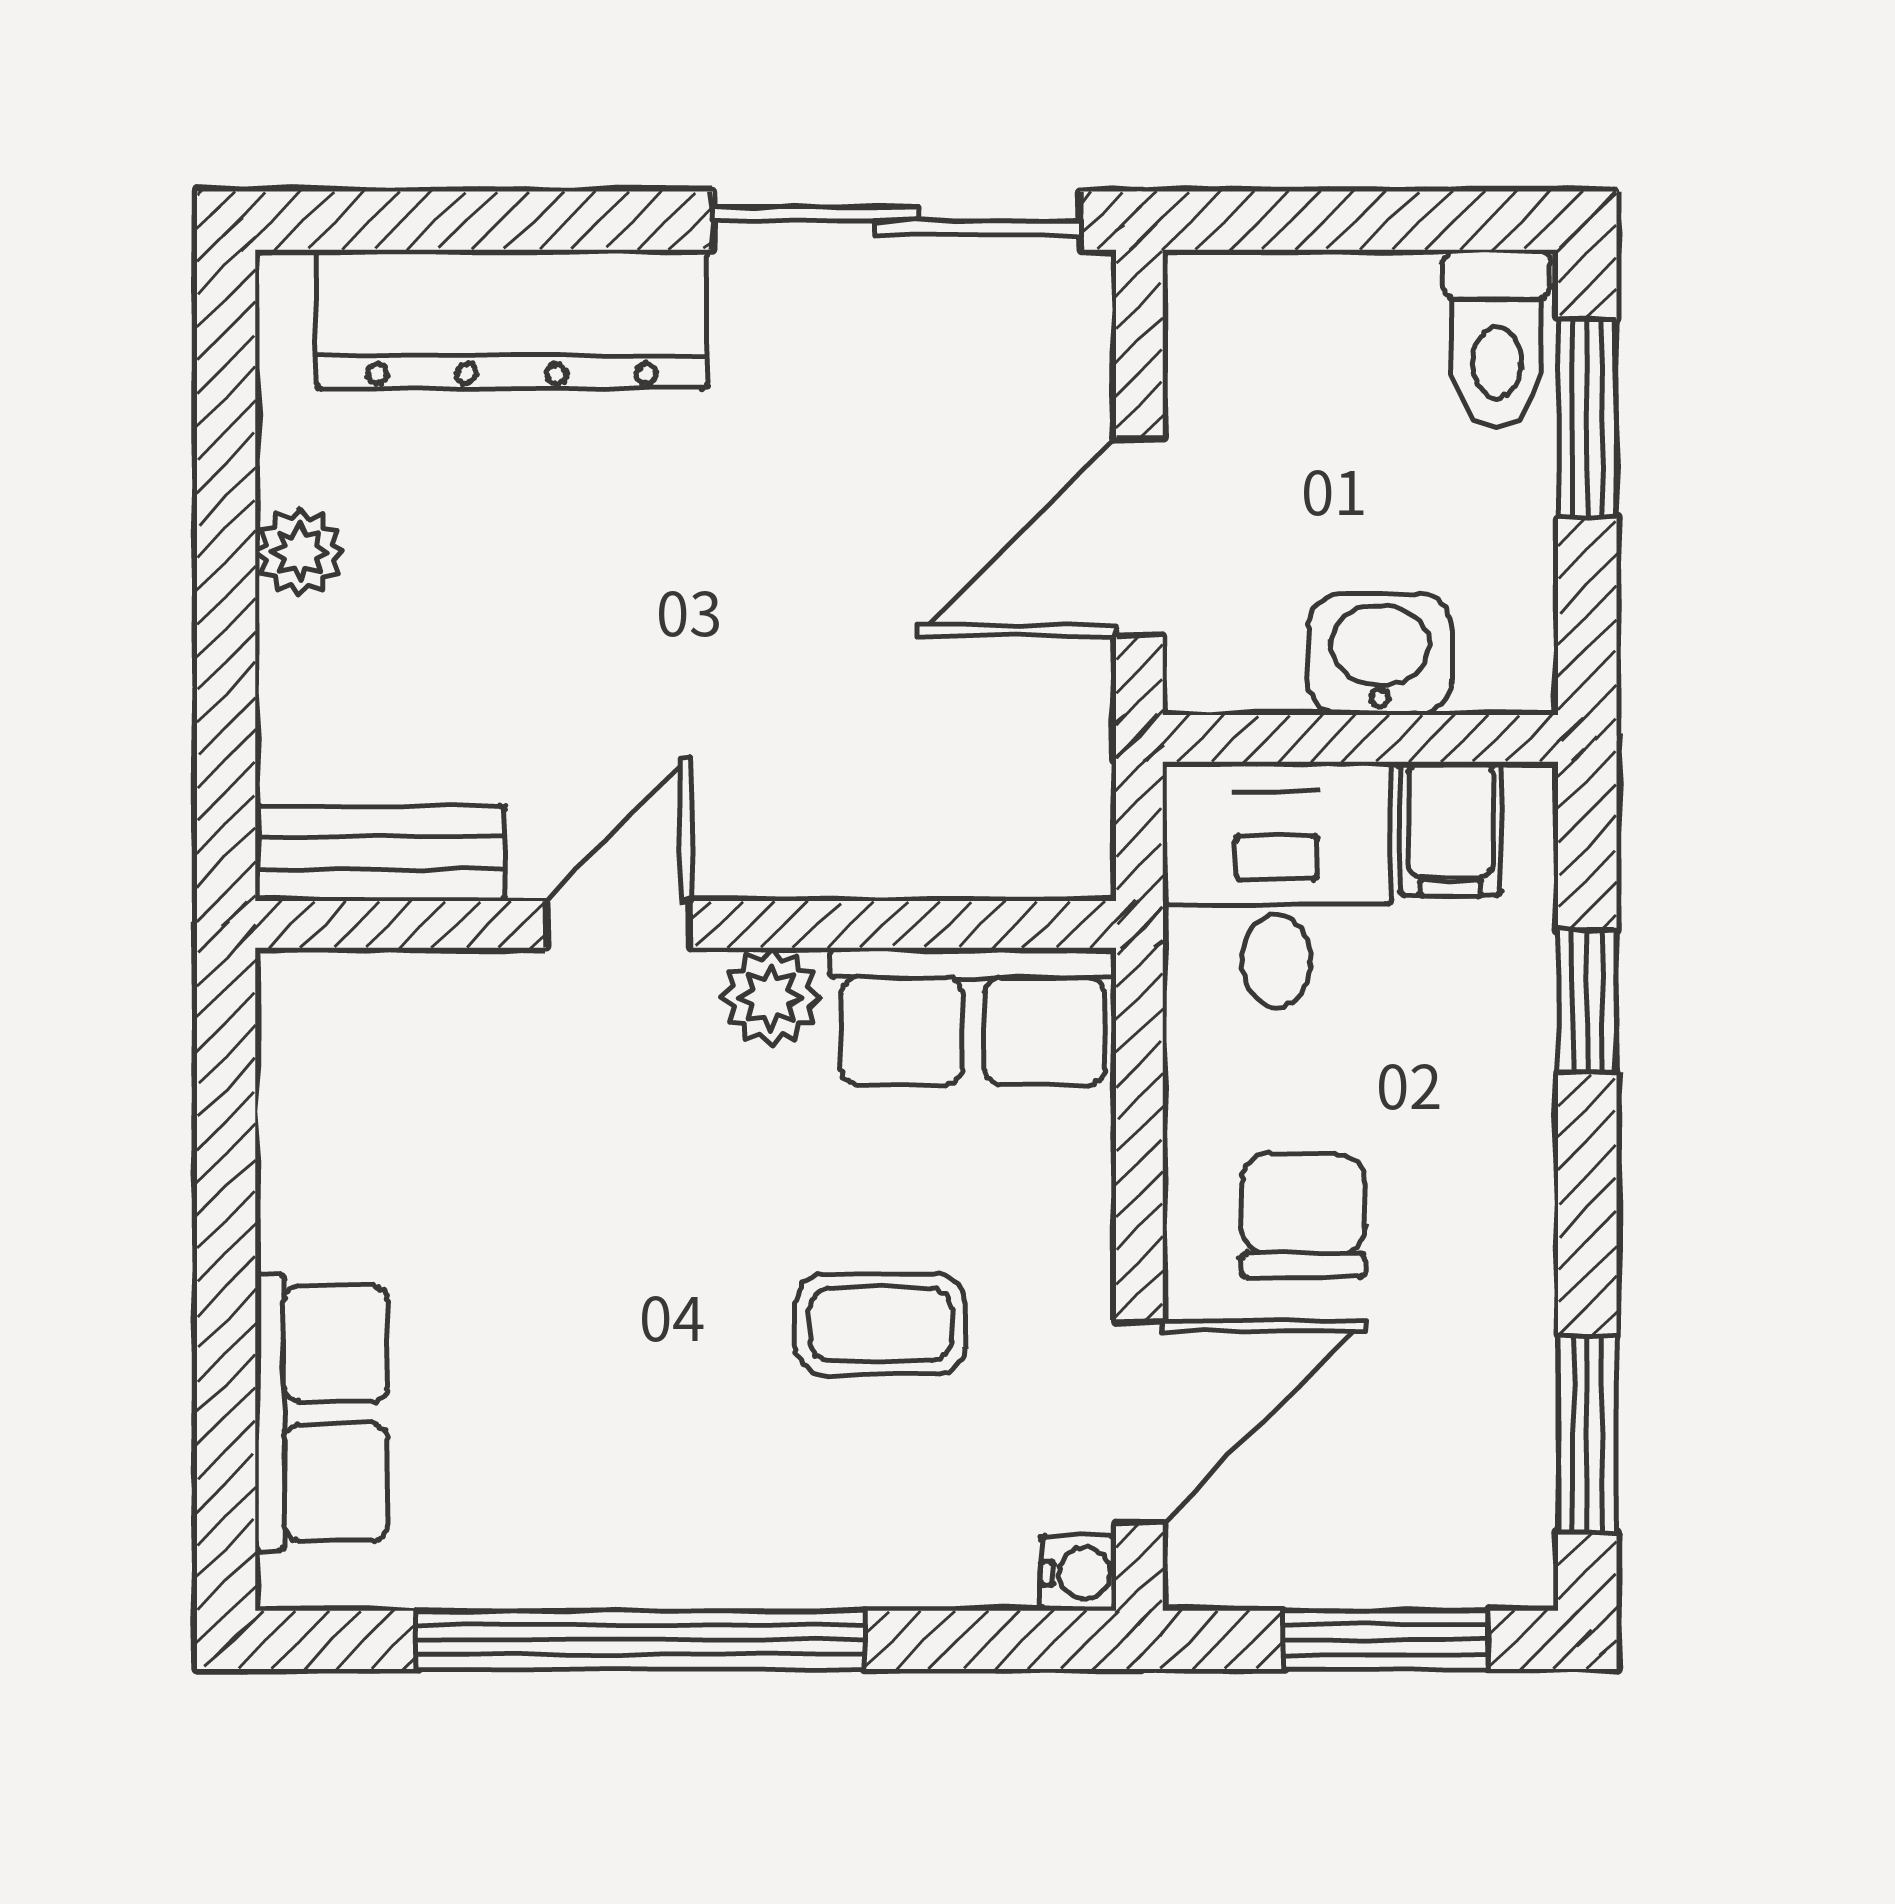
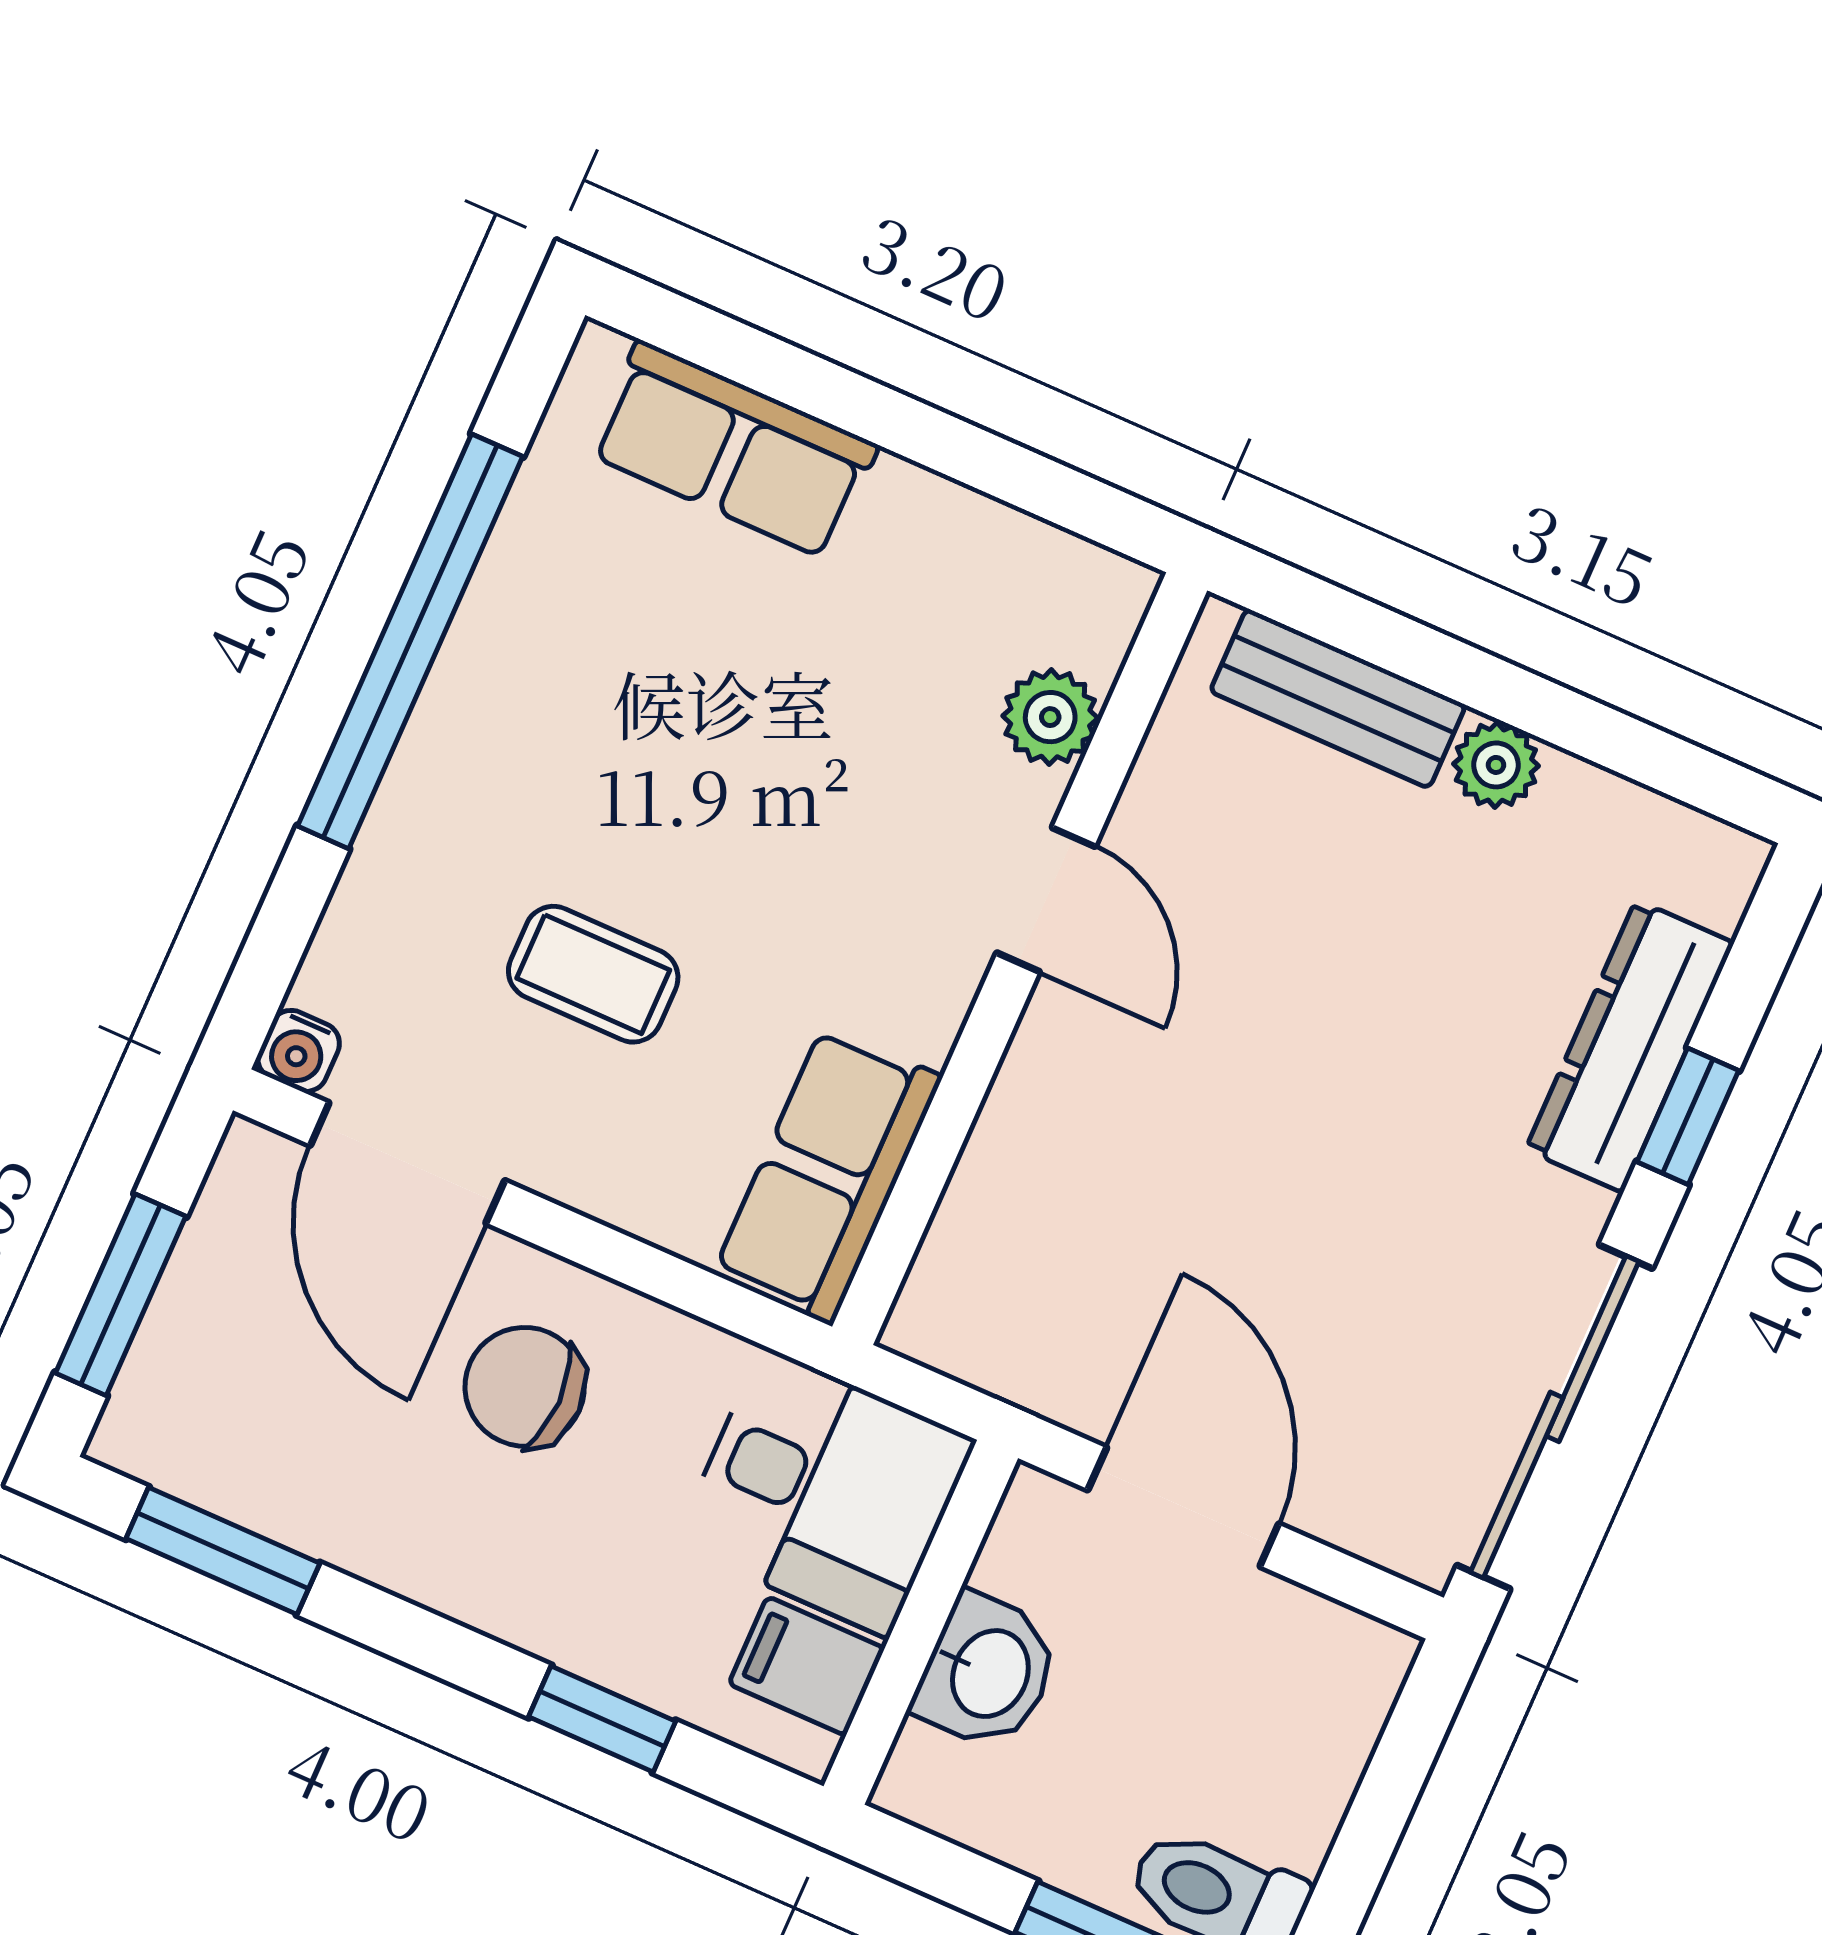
window: (554, 221) -> (1688, 1116), added
dresser: (511, 319) -> (1630, 1046), width x0.73, depth x0.80
bench: (380, 853) -> (1338, 698), moved, turned 90
plant: (771, 997) -> (1050, 717), moved
chair: (1303, 1216) -> (525, 1387), turned 180
coffee table: (881, 1325) -> (593, 974), turned 90

